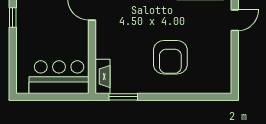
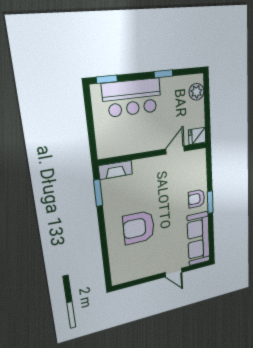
window: (13, 76) -> (107, 79), added
bar counter: (59, 77) -> (132, 98), moved, turned 90

